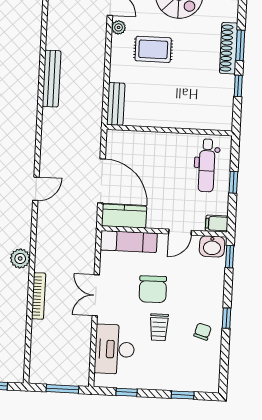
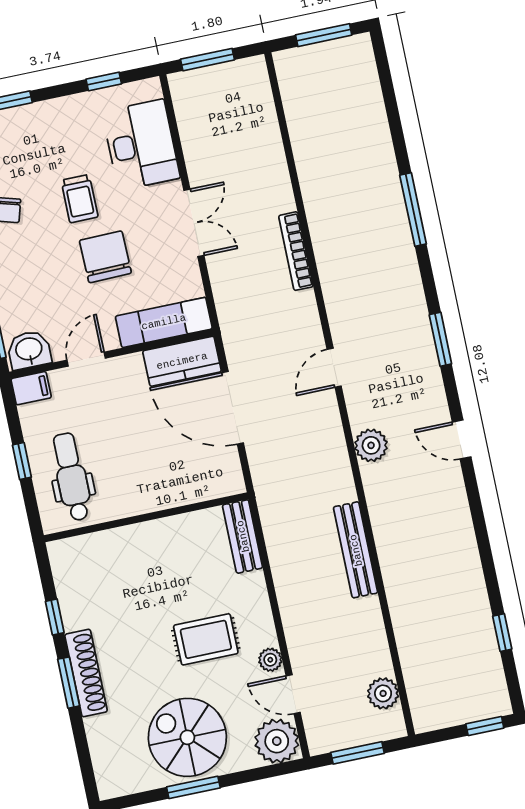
plant: (20, 258) -> (371, 445), moved
bookcase: (39, 296) -> (296, 251), moved
trolley: (159, 327) -> (80, 199), turned 180

